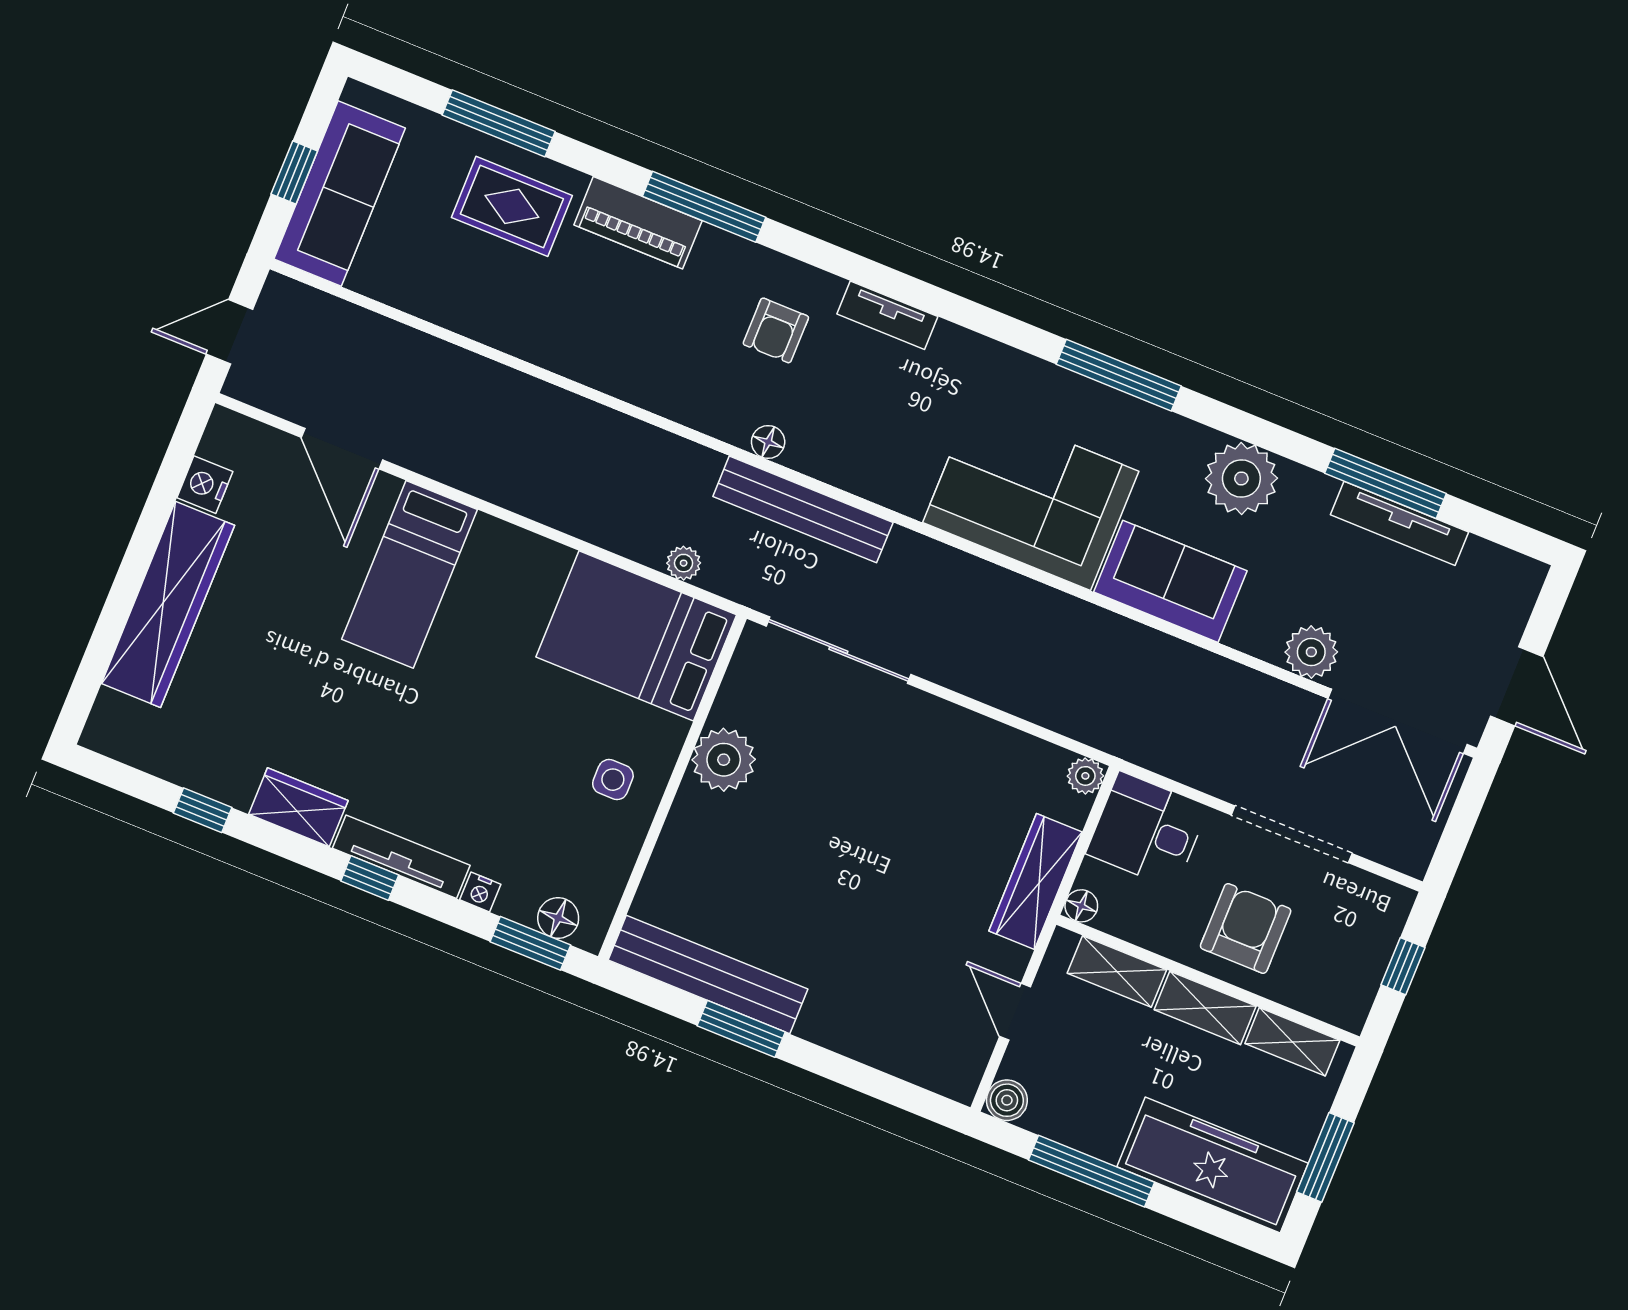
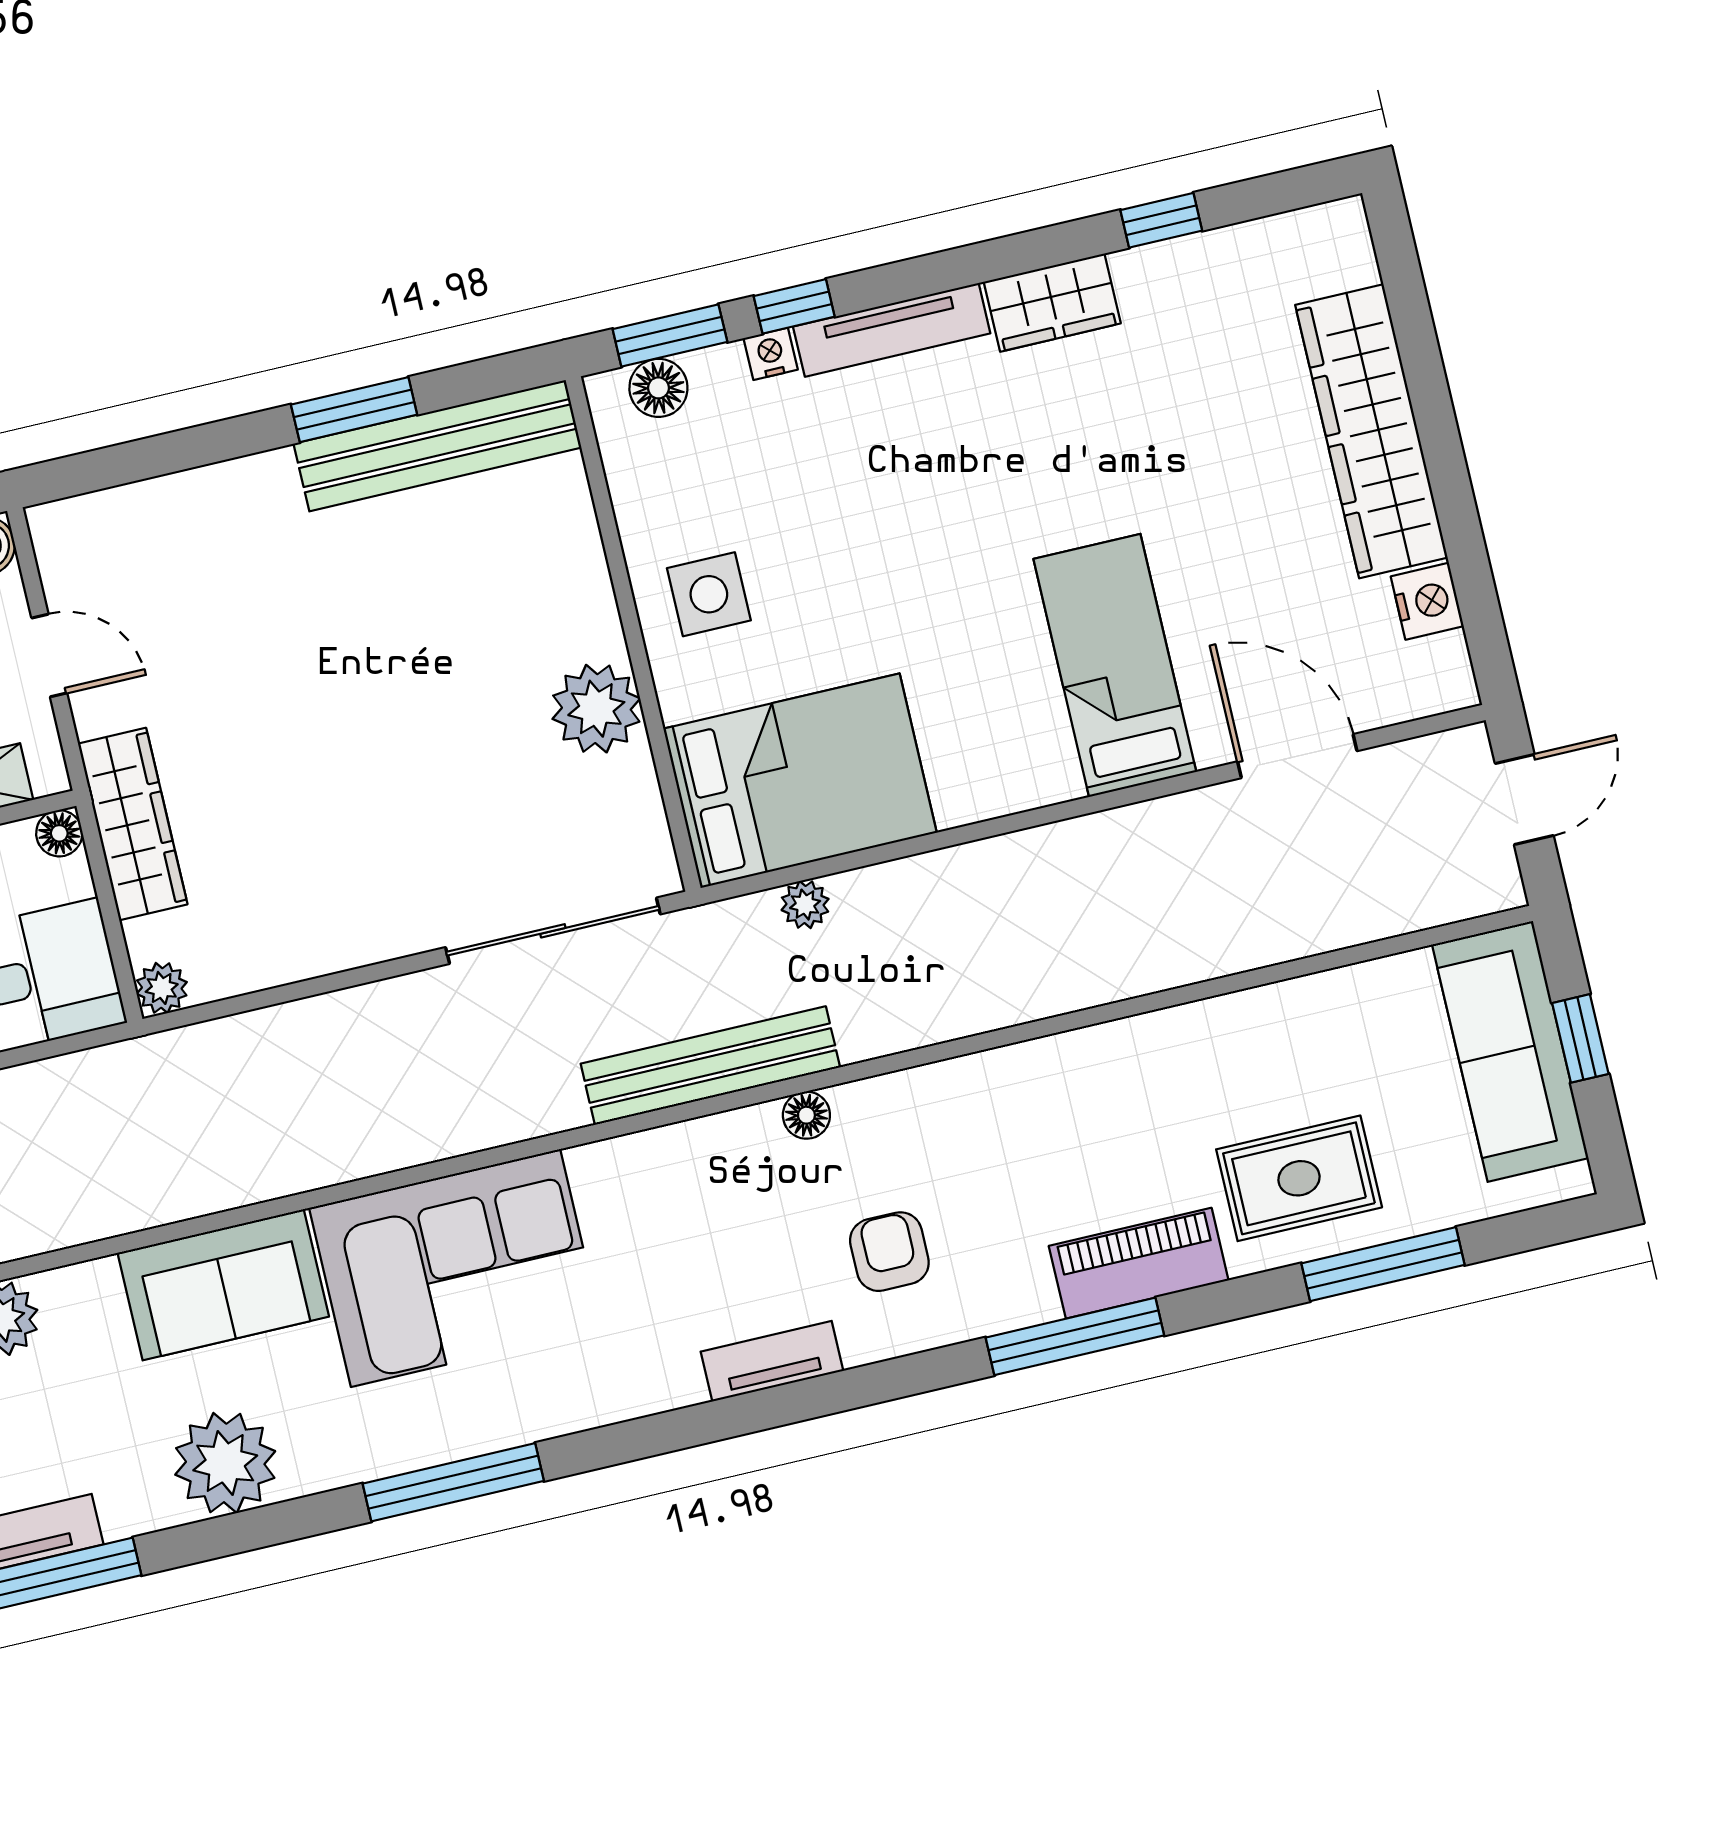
side table: (613, 780) -> (709, 594), width x1.37, depth x1.37
window: (370, 878) -> (794, 306), moved

